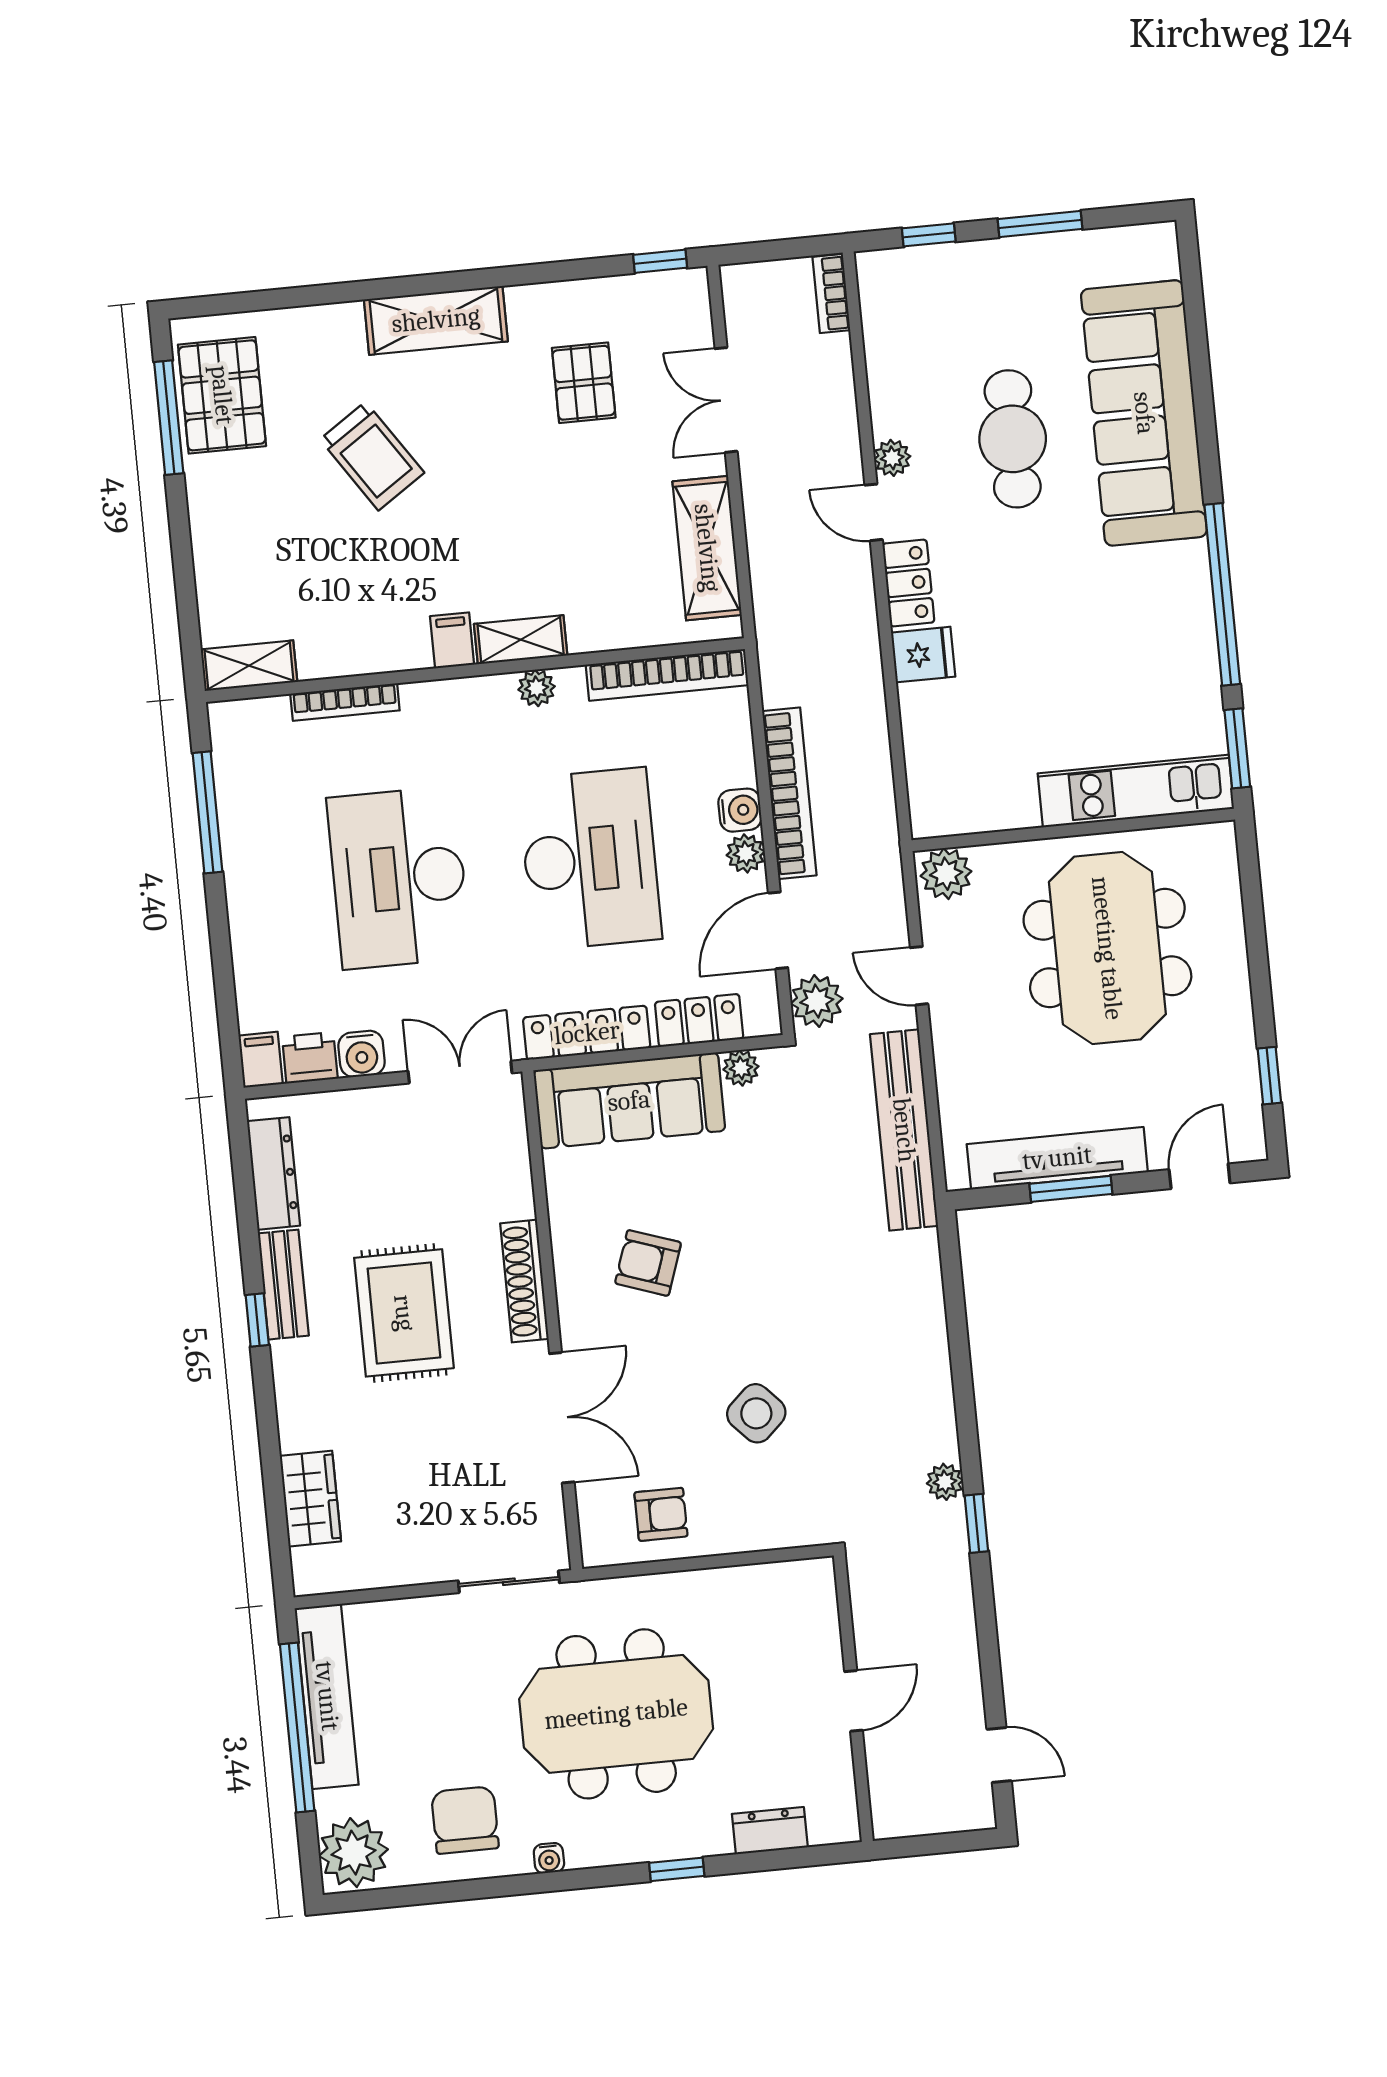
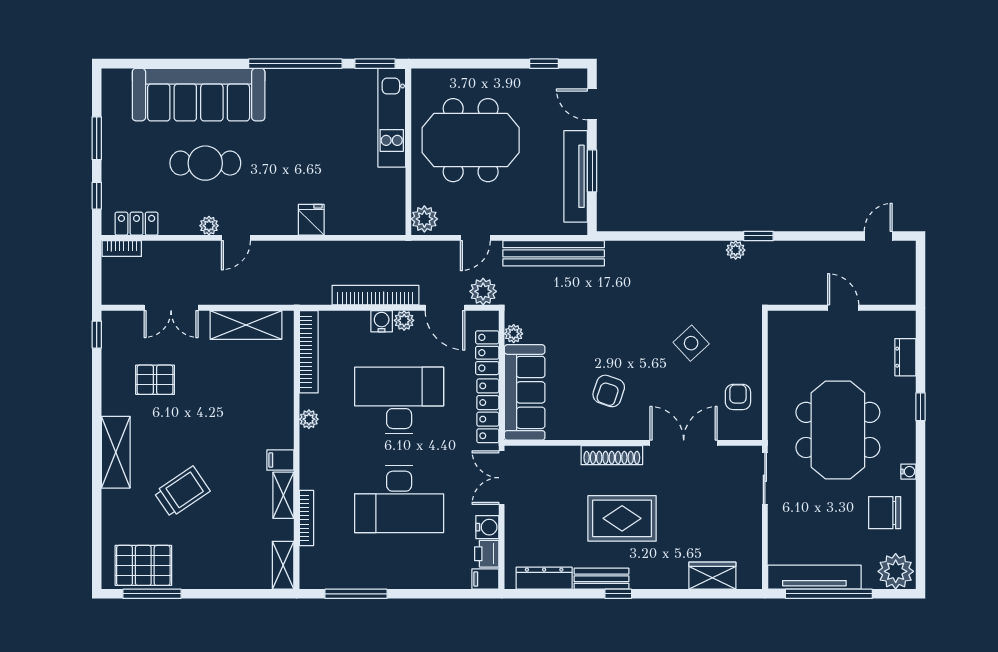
locker: (908, 583) -> (137, 224), moved
shelving: (521, 640) -> (283, 495), moved

